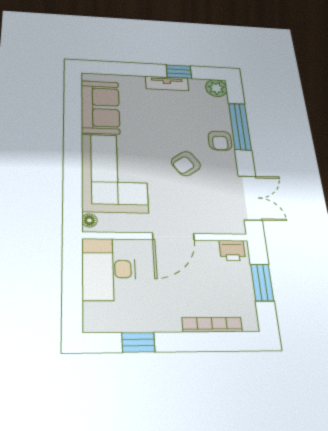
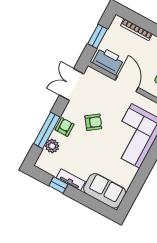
plant: (216, 88) -> (52, 146), moved
sofa: (100, 107) -> (105, 191), moved, turned 90
door: (173, 237) -> (127, 84), hinge flipped
printer: (232, 251) -> (108, 61), width x1.87, depth x1.48

